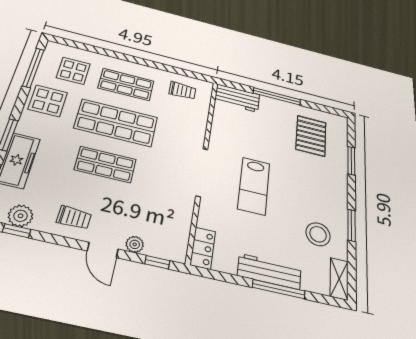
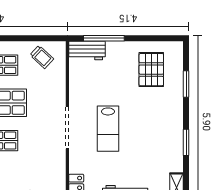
trolley: (182, 91) -> (42, 57), turned 43
window: (277, 96) -> (104, 38), moved
stool: (318, 234) -> (160, 156), removed

